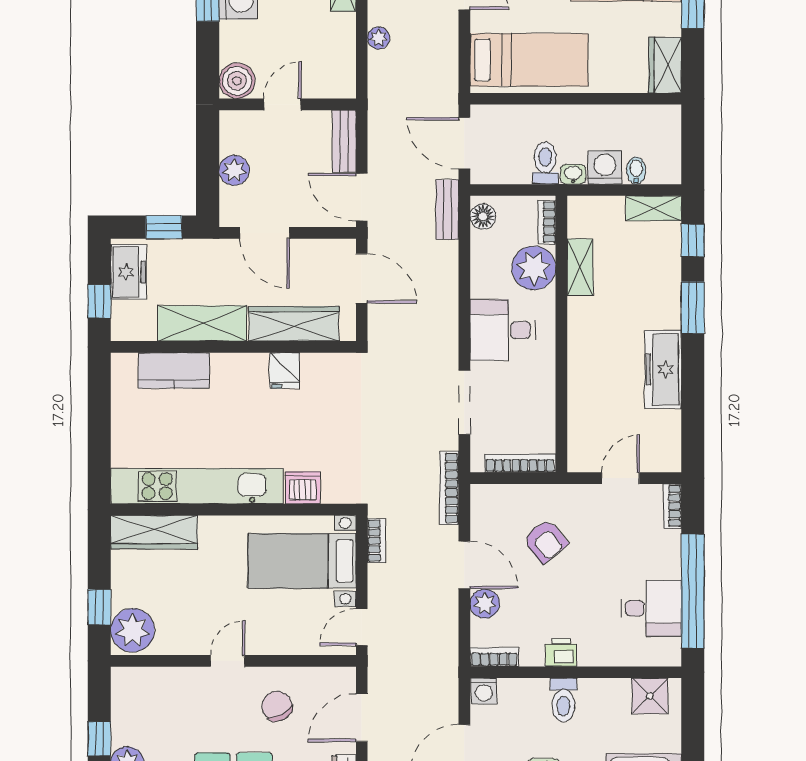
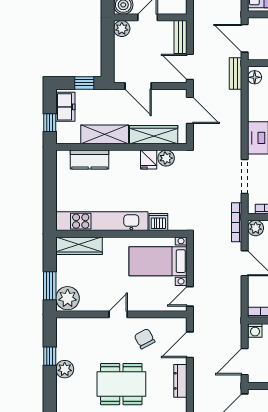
plant: (234, 170) -> (122, 29), moved
plant: (317, 368) -> (166, 158), added
bookcase: (376, 541) -> (198, 250), removed
plant: (485, 604) -> (256, 228), moved
window: (99, 607) -> (50, 286), width x1.50

